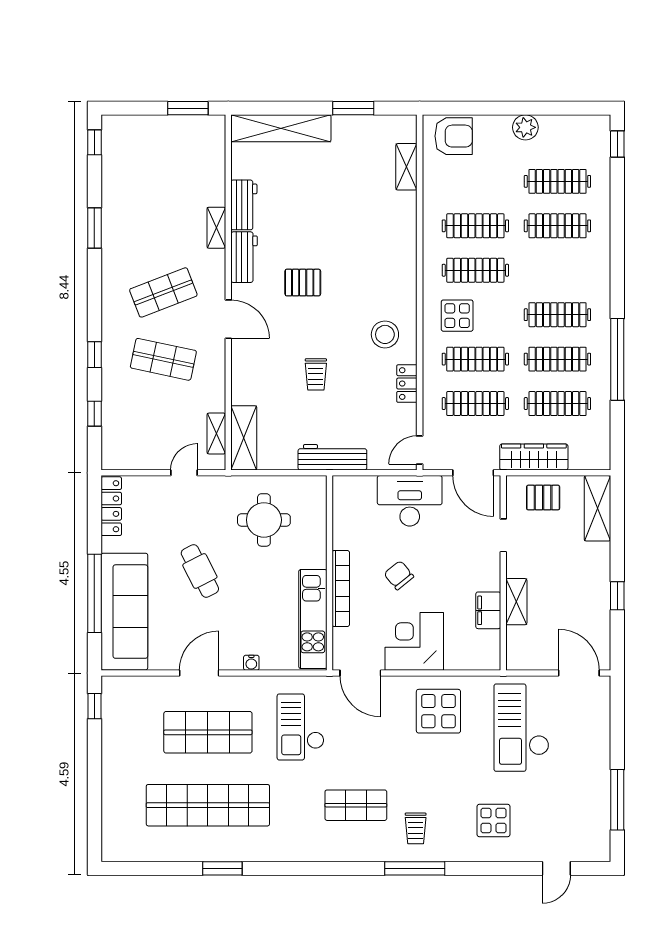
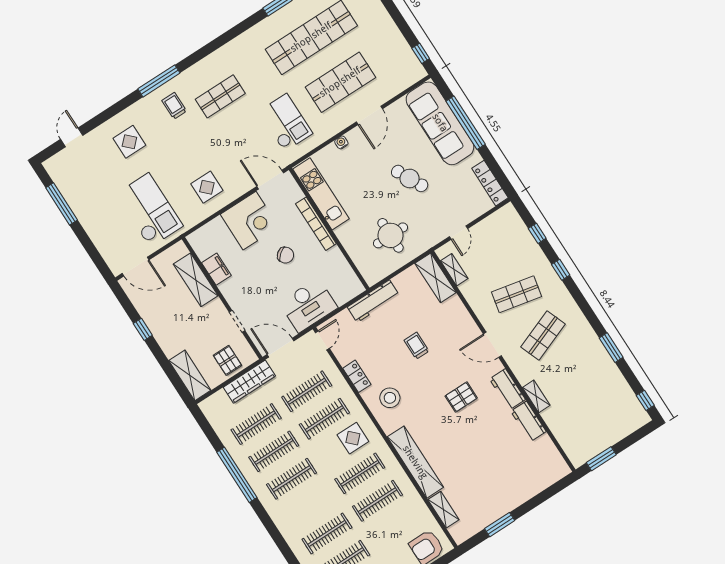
shelving: (281, 128) -> (415, 462), moved, turned 90
pallet: (543, 498) -> (228, 360), turned 90
shelving: (516, 602) -> (196, 280), width x1.50, depth x1.33
display table: (438, 711) -> (207, 187), width x0.73, depth x0.73

